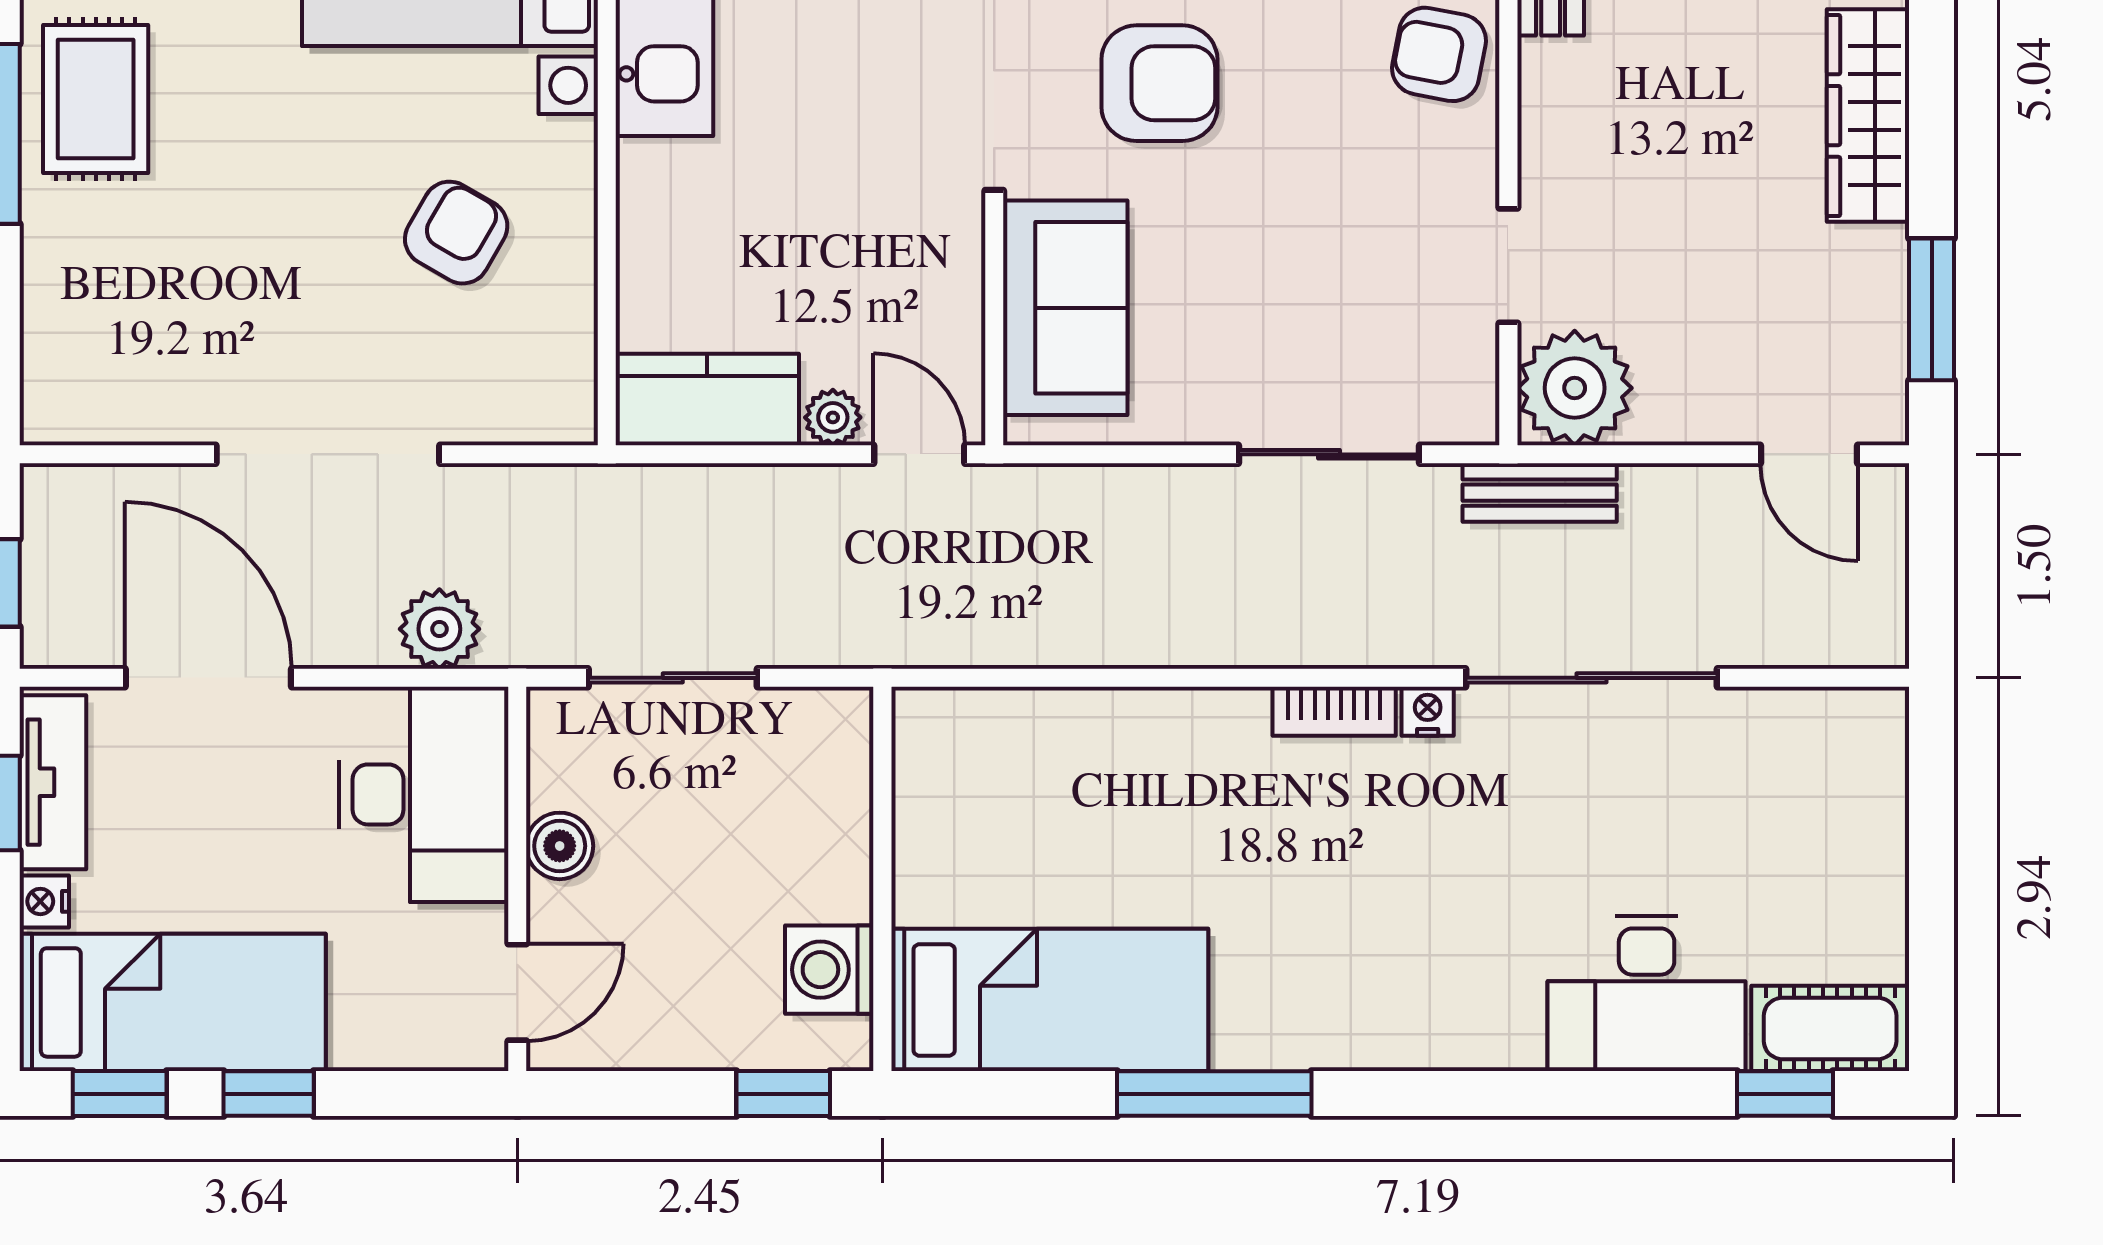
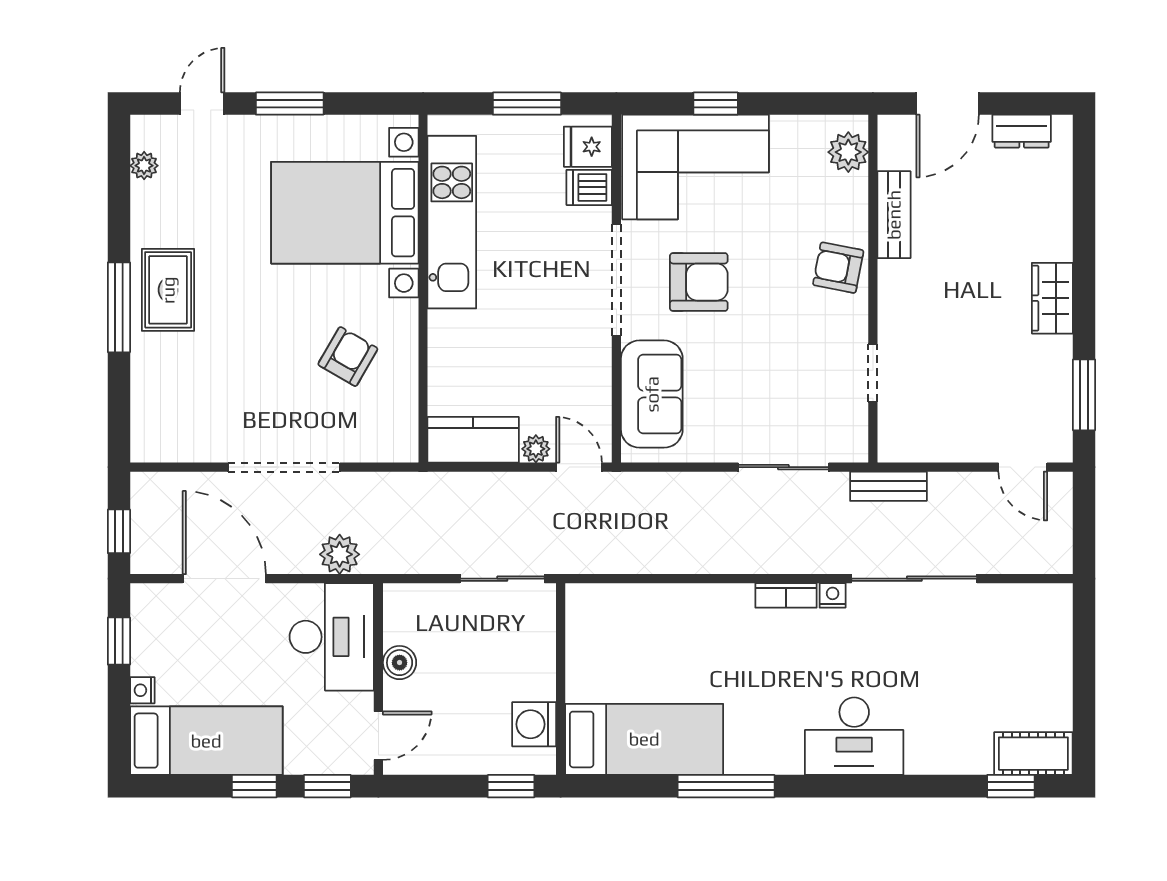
wardrobe: (1868, 116) -> (1052, 298), width x0.67
plant: (1575, 388) -> (906, 434), removed
sliding door: (673, 678) -> (502, 579), moved
tv unit: (53, 782) -> (147, 631), removed
desk: (1647, 994) -> (854, 736), moved
window: (120, 1094) -> (327, 786), moved

